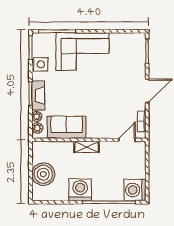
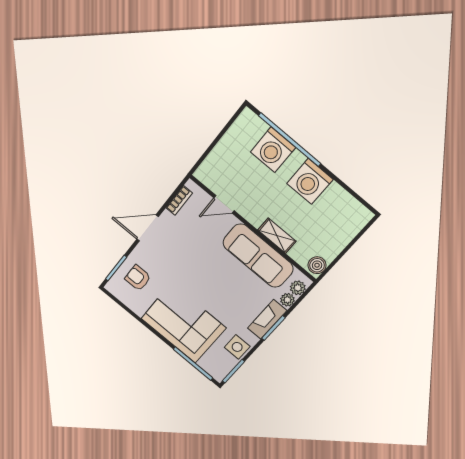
armchair: (130, 56) -> (138, 278), added
sofa: (67, 127) -> (258, 256), width x1.36
door: (127, 140) -> (224, 204), moved
shelving: (87, 147) -> (277, 236), moved
boiler: (43, 174) -> (317, 265), moved, width x0.54, depth x0.54
washing machine: (135, 190) -> (273, 150), moved, turned 90

